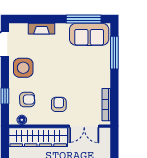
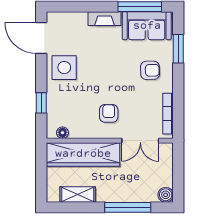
fireplace: (42, 29) -> (105, 19), moved
window: (114, 53) -> (178, 49), width x0.69
armchair: (27, 100) -> (150, 70), moved

